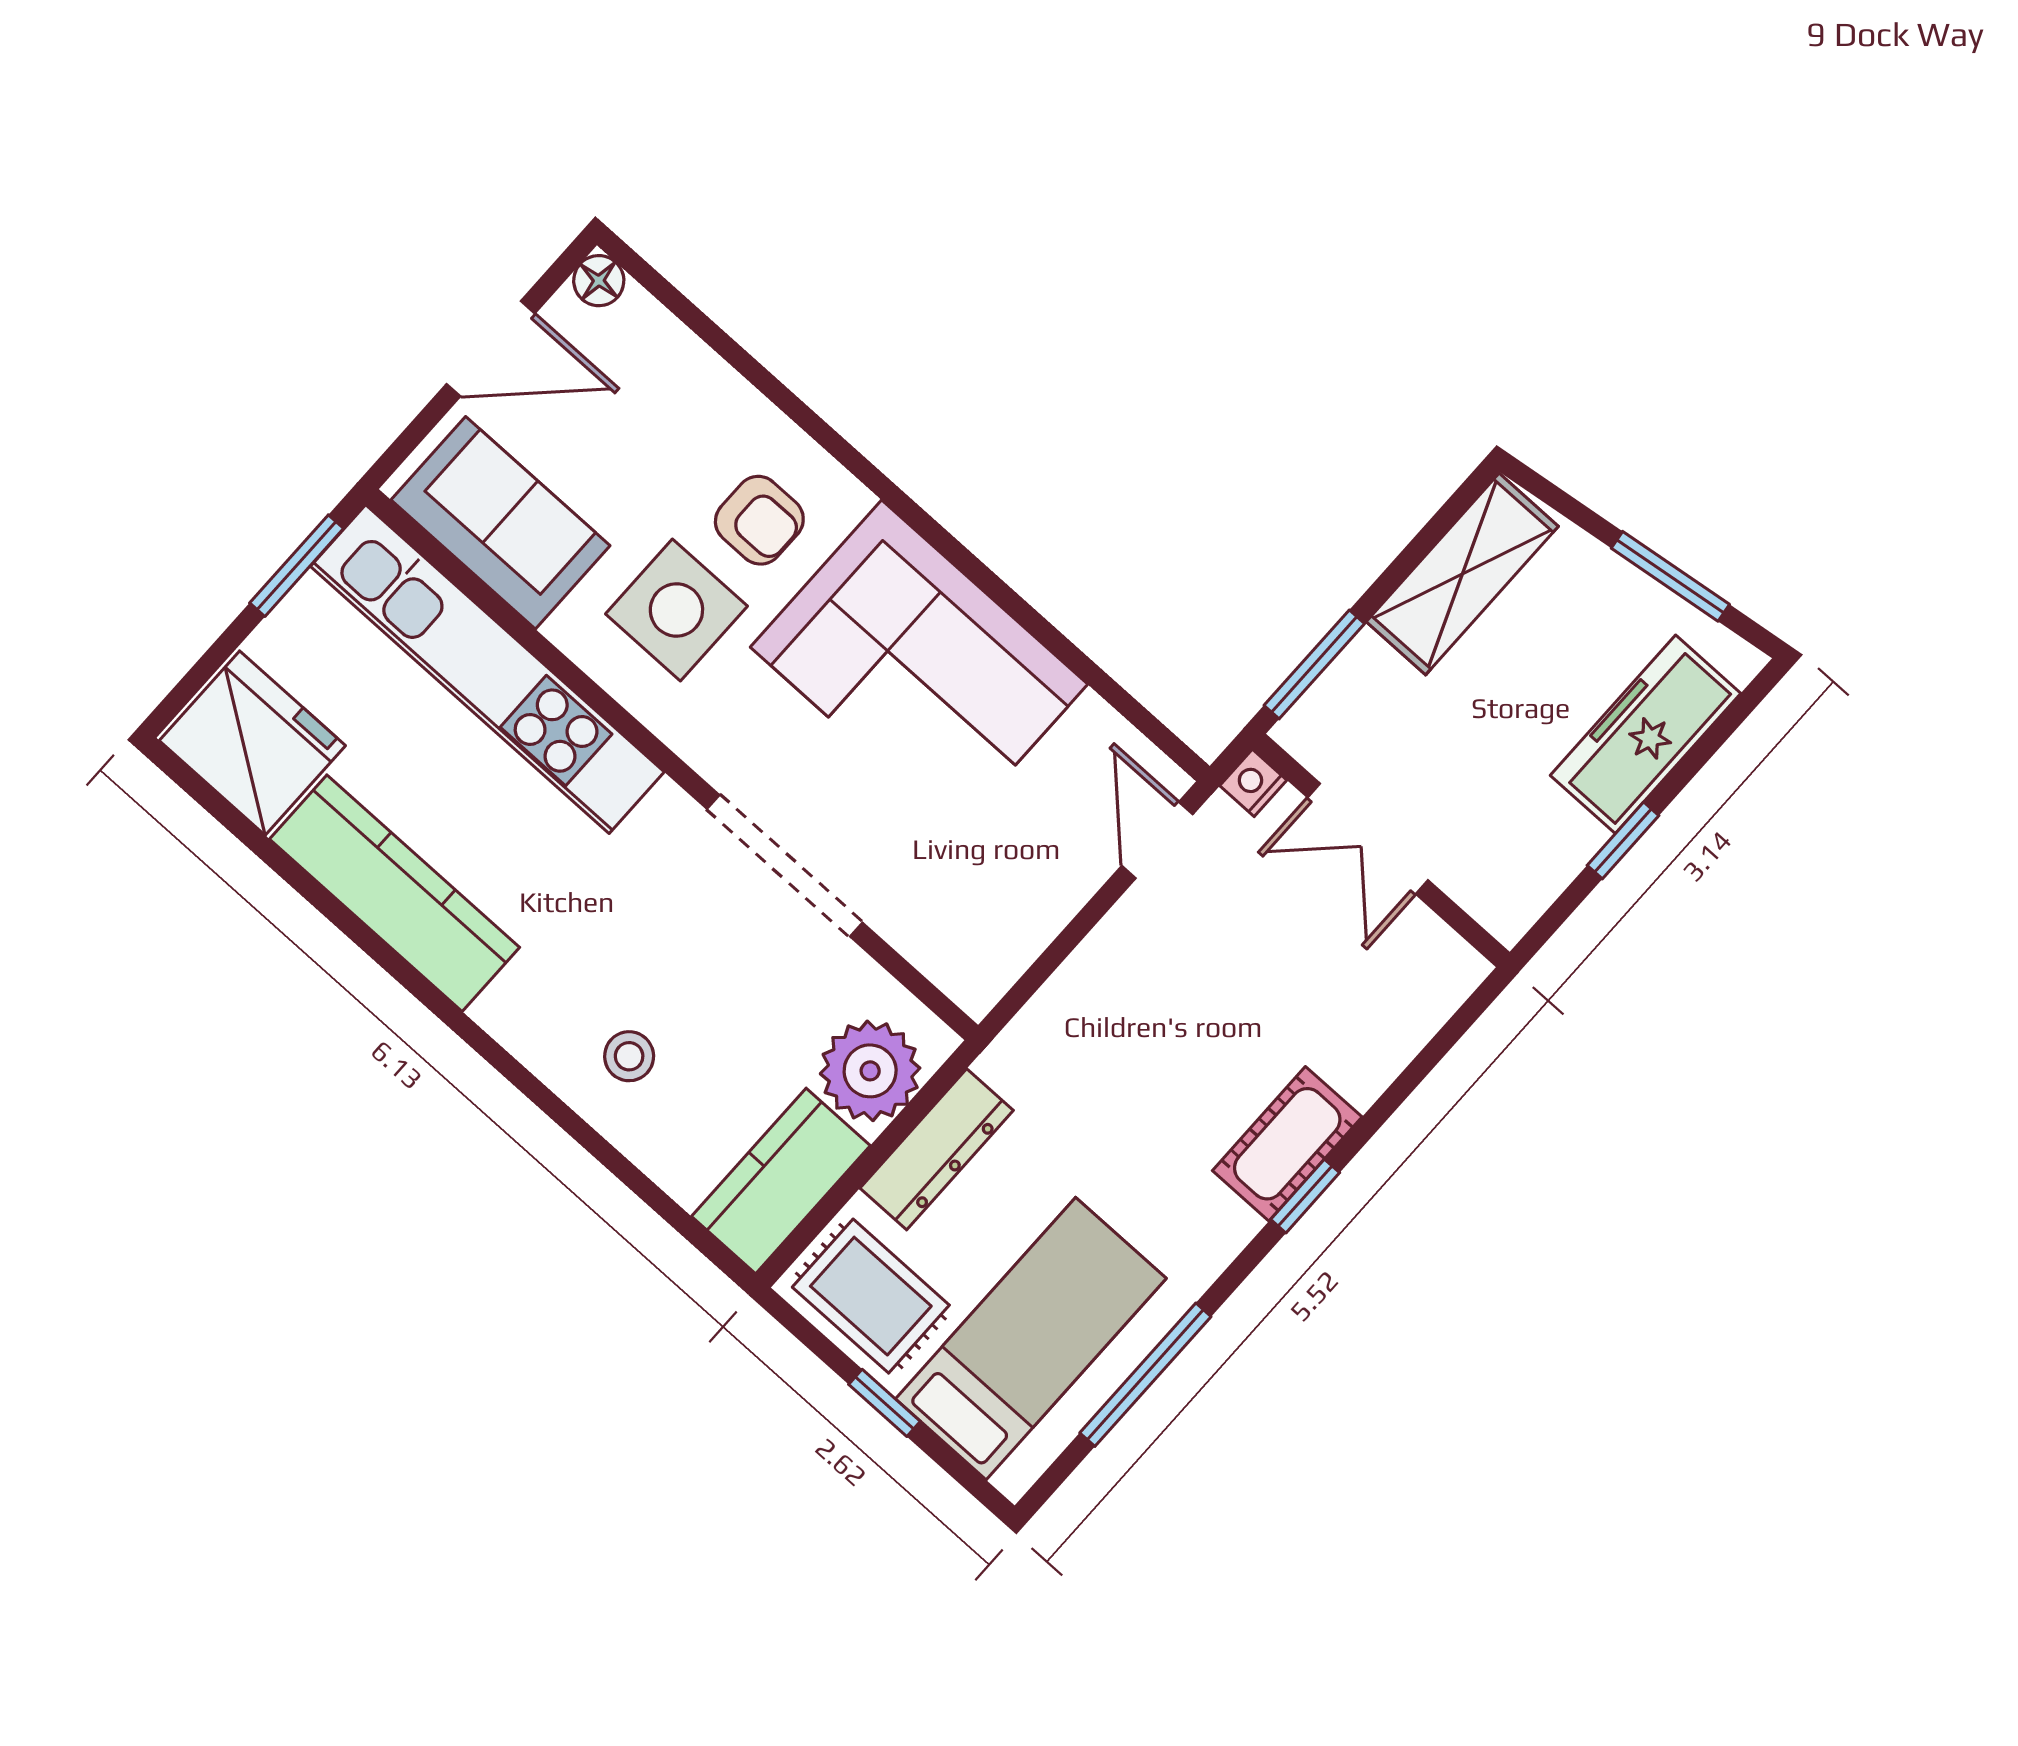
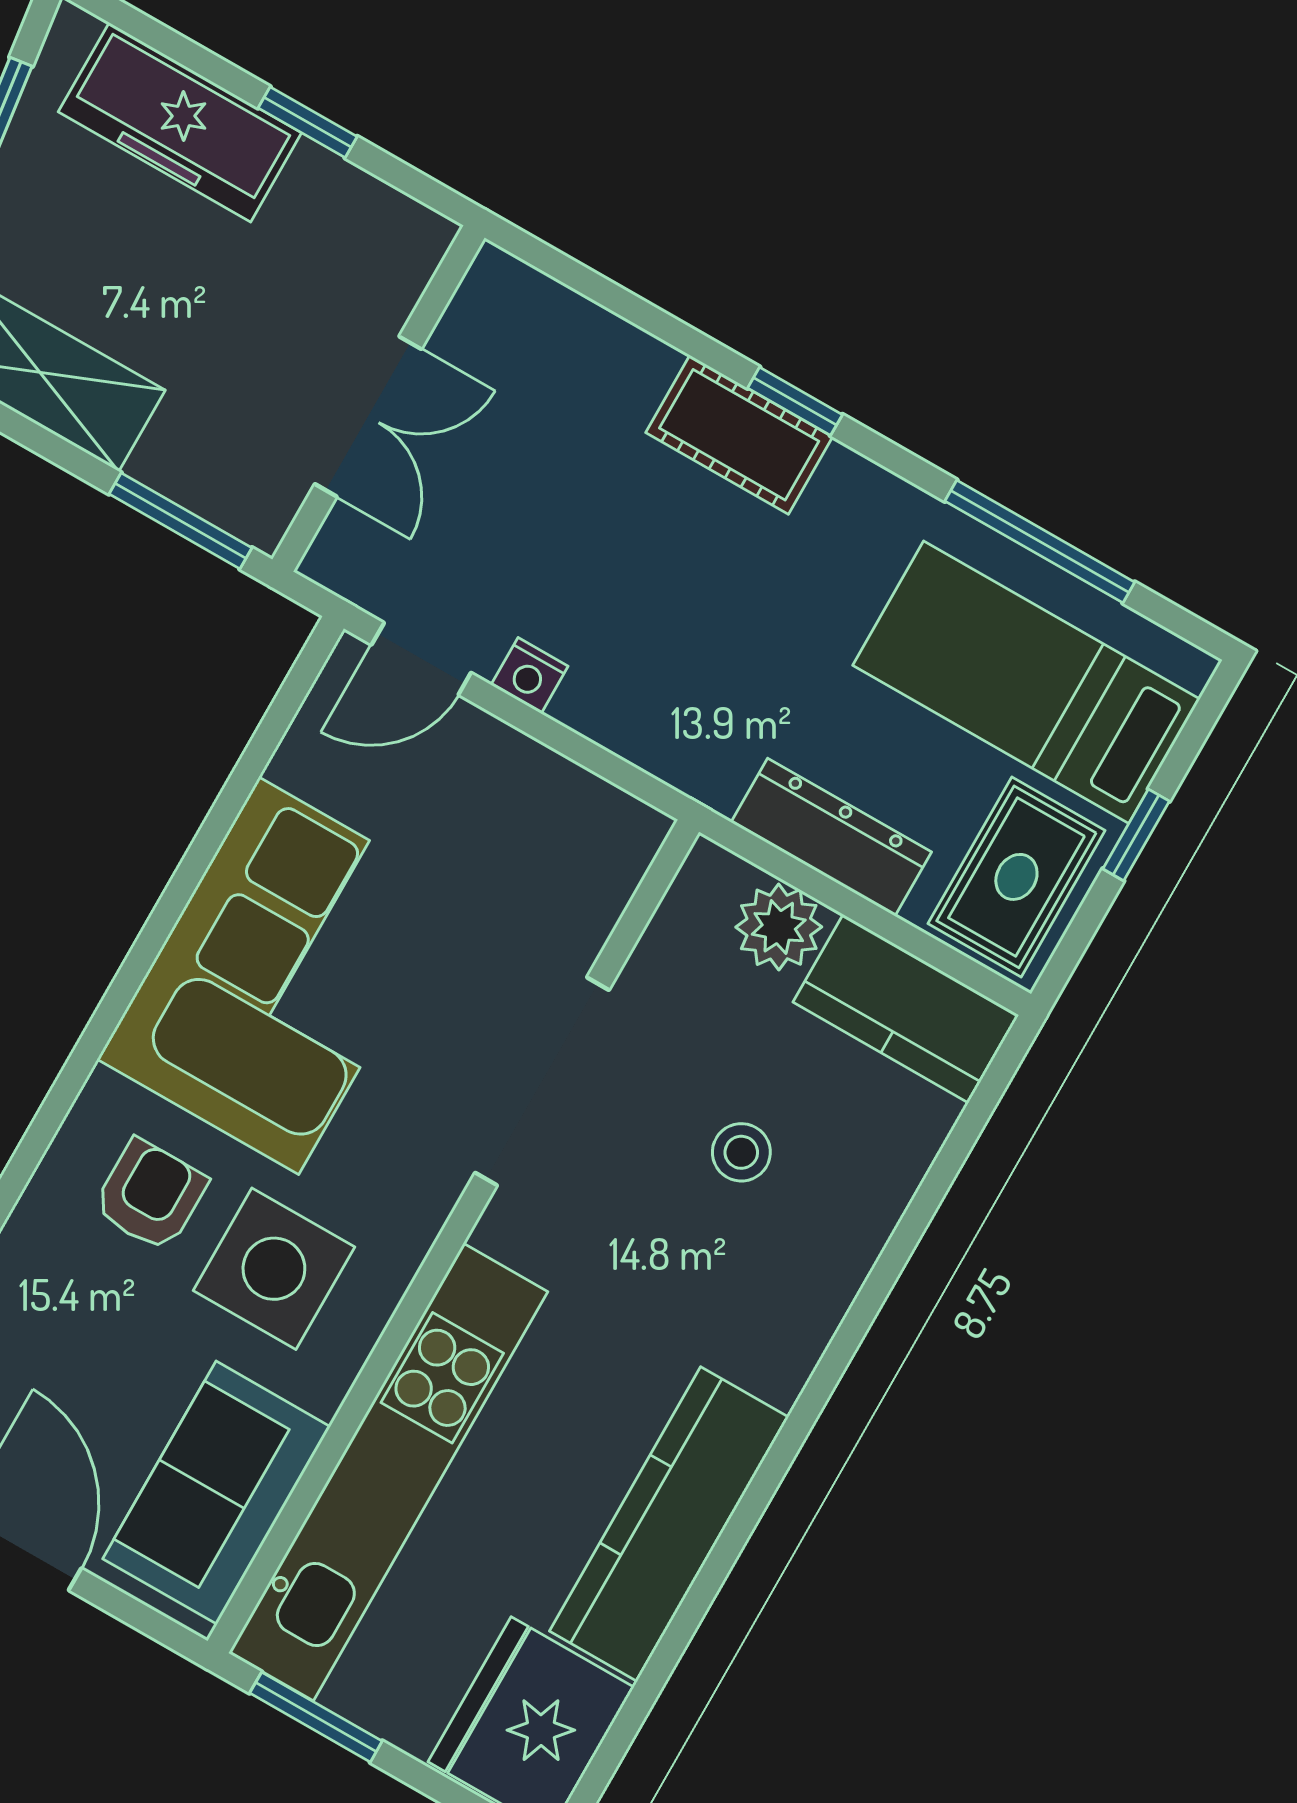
nightstand: (1253, 783) -> (530, 675), moved
stool: (629, 1056) -> (741, 1152), moved
plant: (870, 1071) -> (779, 927), width x0.73, depth x0.73

